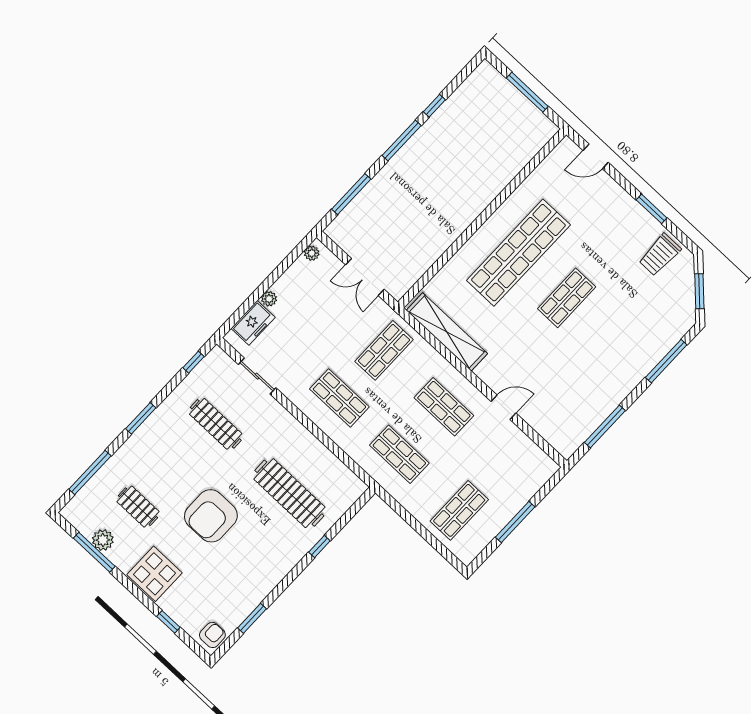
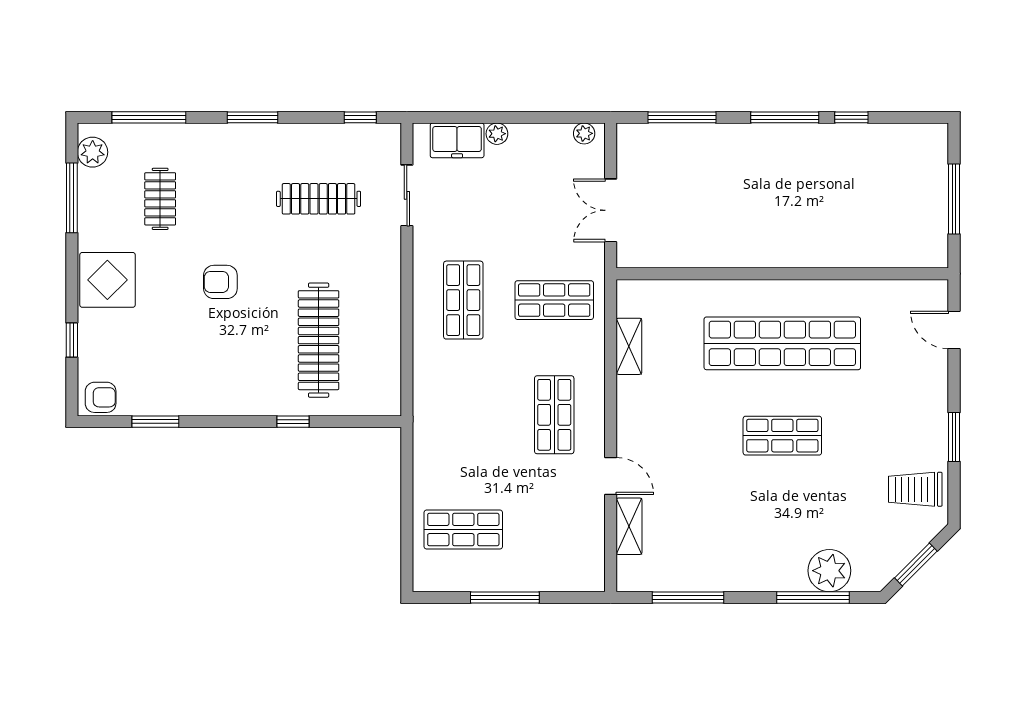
shelving: (447, 332) -> (629, 346), width x0.45, depth x0.75
plant: (660, 339) -> (829, 571), added
shelving: (539, 422) -> (629, 526), added
clothes rail: (216, 424) -> (319, 199), turned 90
shop shelf: (399, 454) -> (463, 415), removed
armchair: (211, 516) -> (220, 282), width x0.53, depth x0.53
plant: (103, 540) -> (93, 152), moved

